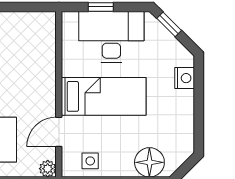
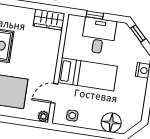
wardrobe: (34, 24) -> (49, 20), added
desk: (111, 37) -> (99, 36), width x0.73

